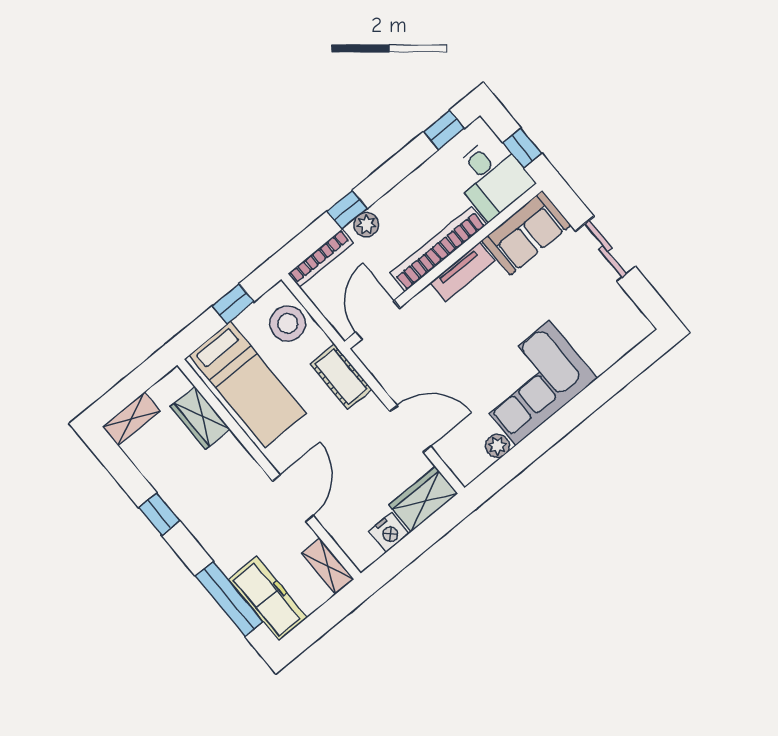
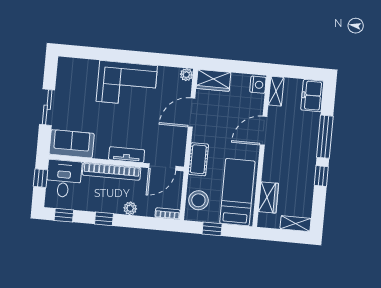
window: (347, 210) -> (104, 219), moved
bookcase: (321, 258) -> (168, 214), width x0.64
tv unit: (462, 272) -> (127, 155), moved
door: (410, 429) -> (192, 113), hinge flipped
plant: (497, 446) -> (186, 75), moved
nightstand: (389, 533) -> (258, 85), moved, turned 90
window: (229, 599) -> (325, 137), moved
freezer: (268, 599) -> (312, 96), width x0.71

